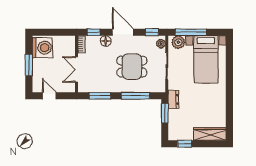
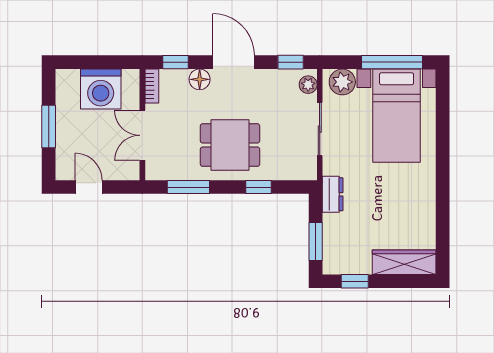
window: (191, 32) -> (392, 62), moved
washing machine: (43, 48) -> (101, 89), moved, turned 90
dining table: (132, 67) -> (230, 145), moved
window: (136, 96) -> (259, 187), width x0.46
window: (165, 113) -> (316, 241), moved

